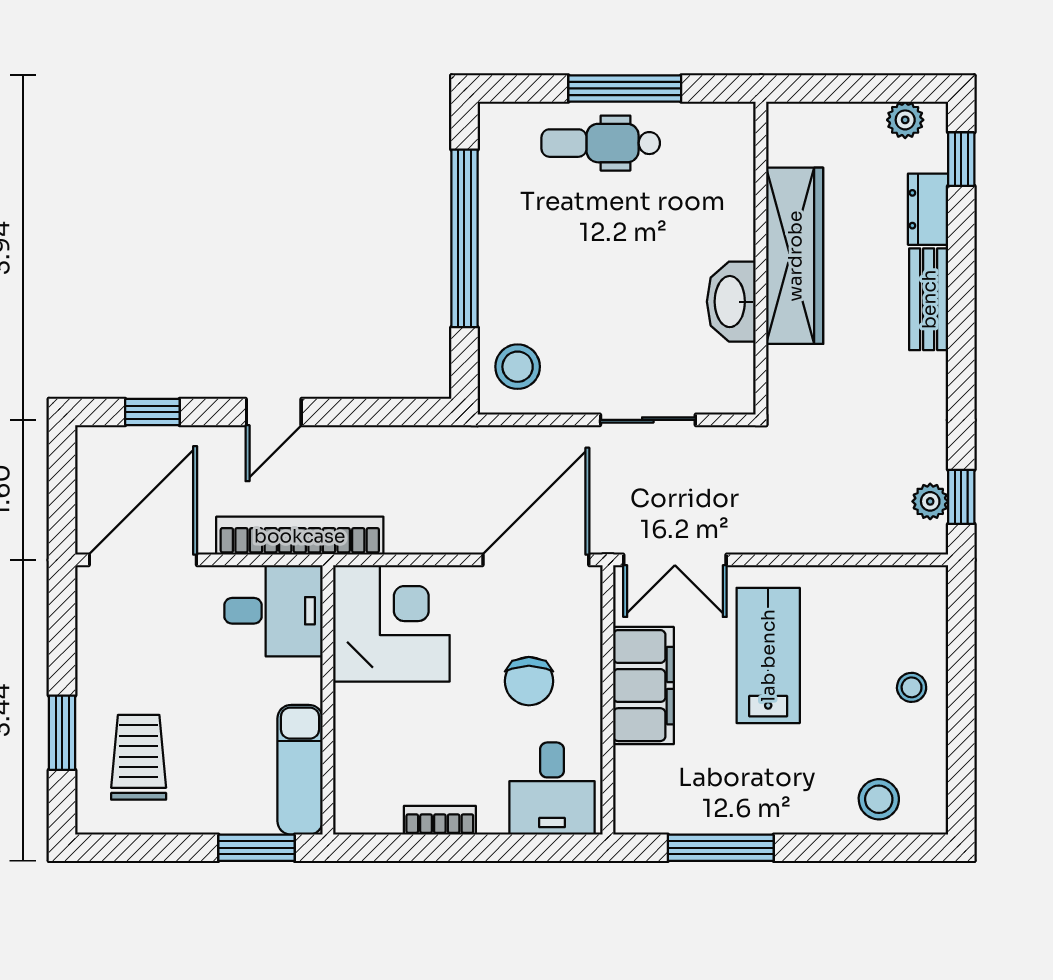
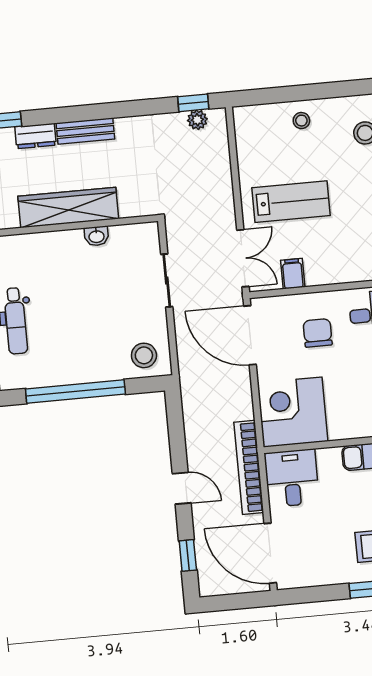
washbasin: (731, 302) -> (96, 236), width x0.52, depth x0.69
lab bench: (768, 655) -> (291, 202), turned 180
chair: (529, 681) -> (318, 333), turned -90
filing cabinet: (643, 686) -> (293, 274), width x0.33, depth x0.86

